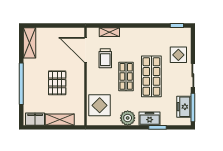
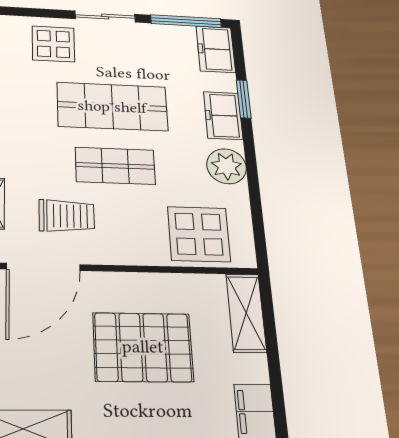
pallet: (57, 83) -> (143, 347), width x1.37, depth x1.41
freezer: (184, 107) -> (216, 49), moved, turned 90
shelving: (60, 120) -> (246, 313), moved

